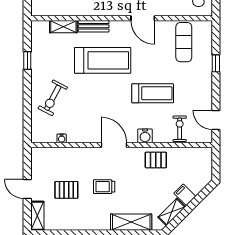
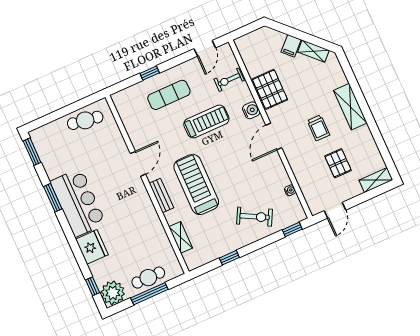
bench: (94, 26) -> (161, 196), moved
exercise mat: (184, 42) -> (169, 95), moved
treadmill: (153, 93) -> (206, 121), turned 90
window: (27, 125) -> (292, 229), added
pallet: (156, 160) -> (270, 89), width x1.50, depth x1.42
door: (27, 189) -> (335, 210), moved
shelving: (131, 222) -> (350, 107), moved

